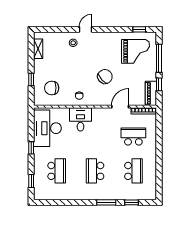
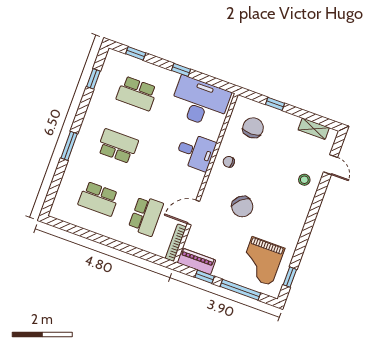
door: (86, 29) -> (331, 165), moved
door: (120, 107) -> (193, 212), swing flipped
window: (131, 202) -> (93, 79), moved

